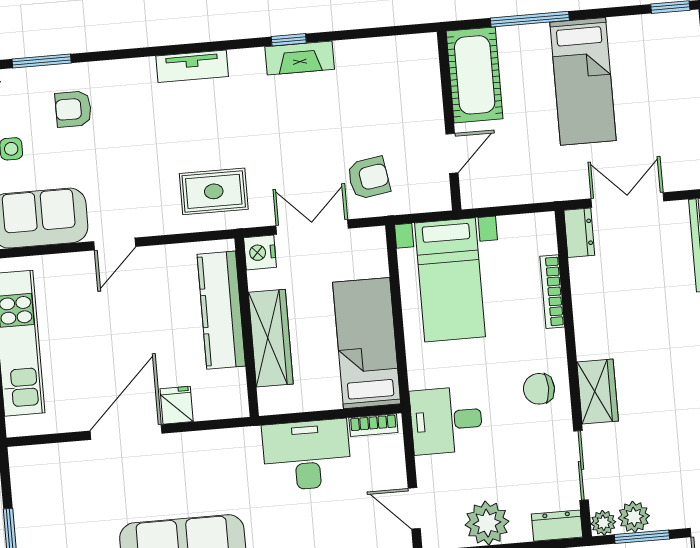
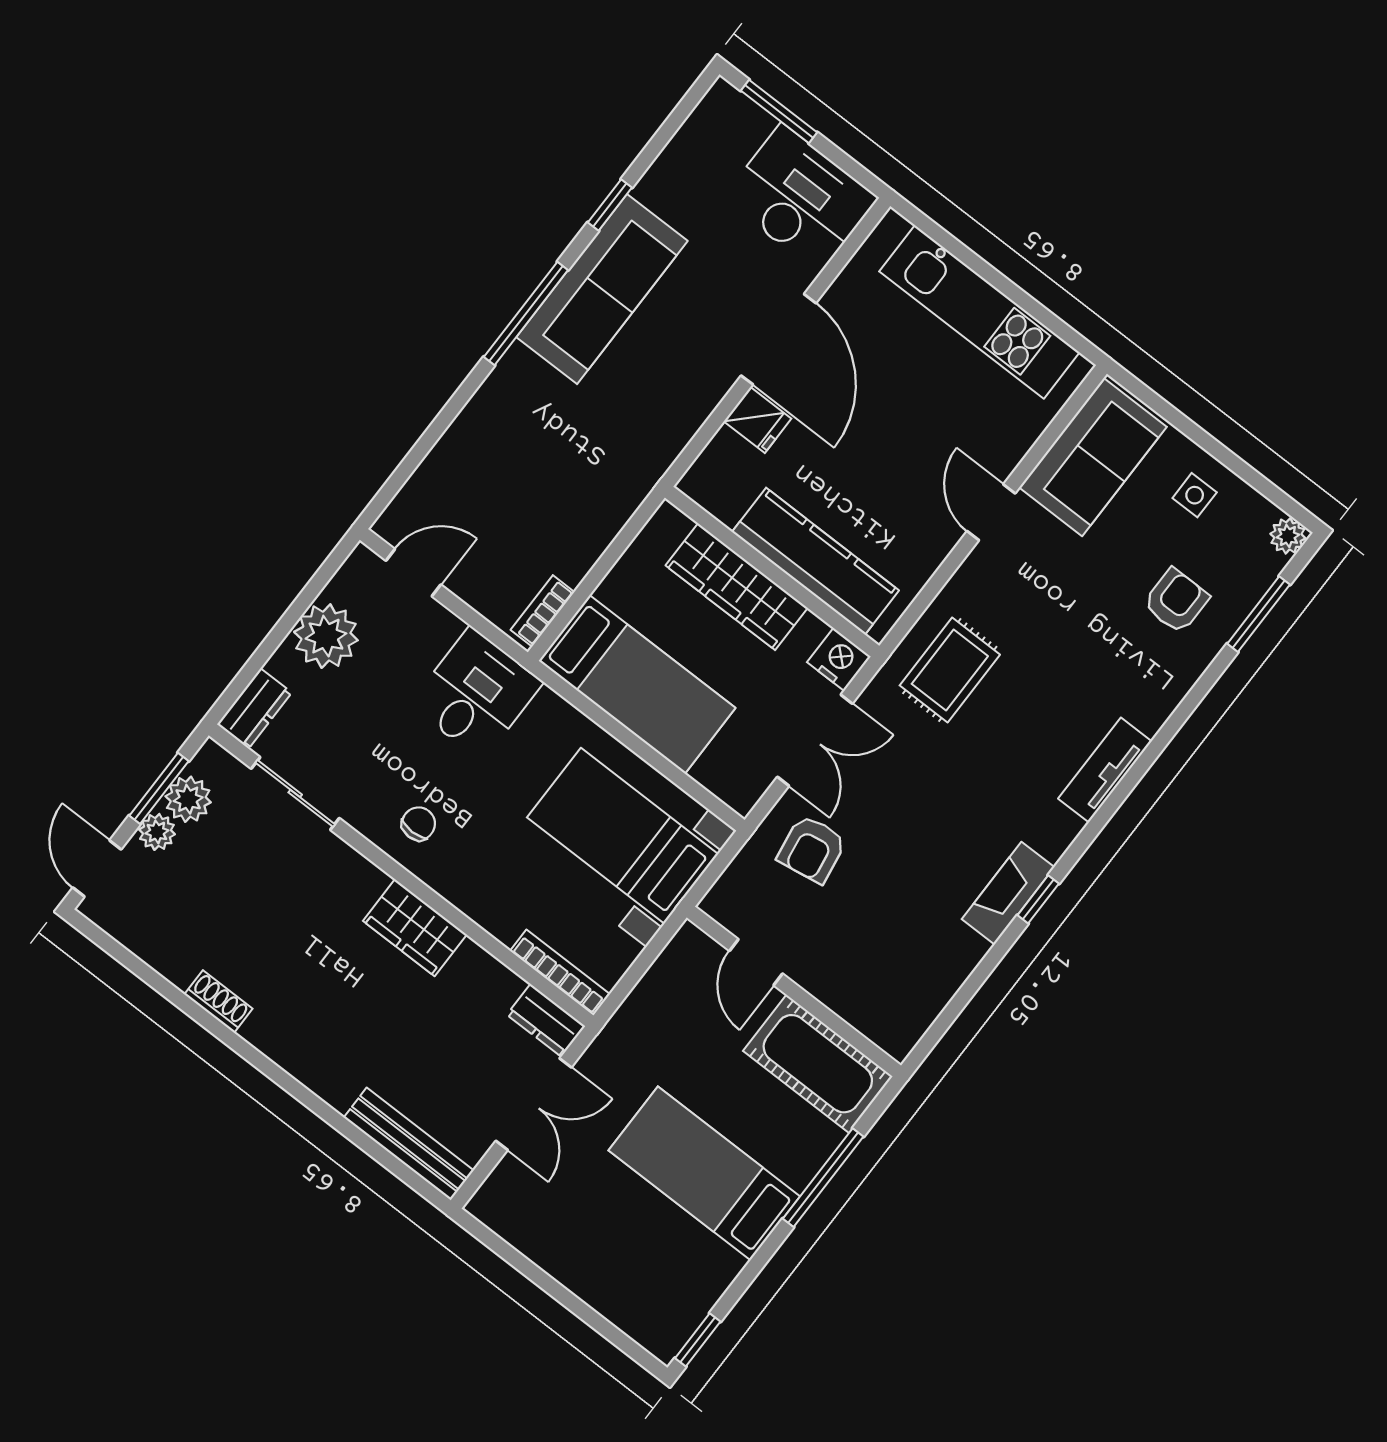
bookcase: (552, 292) -> (560, 973), moved
chair: (539, 389) -> (419, 824), width x0.73, depth x0.73
wardrobe: (598, 392) -> (415, 928), moved
desk: (307, 455) -> (800, 198), moved, turned -90
plant: (603, 523) -> (157, 832), moved

